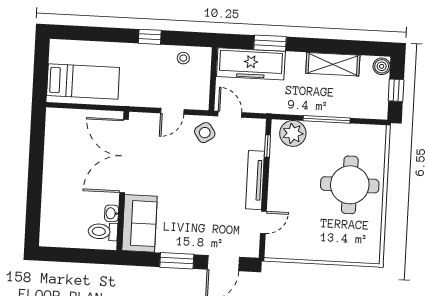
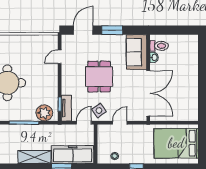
shelving: (333, 64) -> (34, 157), moved
bed: (83, 81) -> (176, 143), width x1.50
door: (230, 114) -> (84, 123), swing flipped
tv unit: (255, 180) -> (66, 108), moved, width x0.71
dining table: (202, 187) -> (99, 77), added

